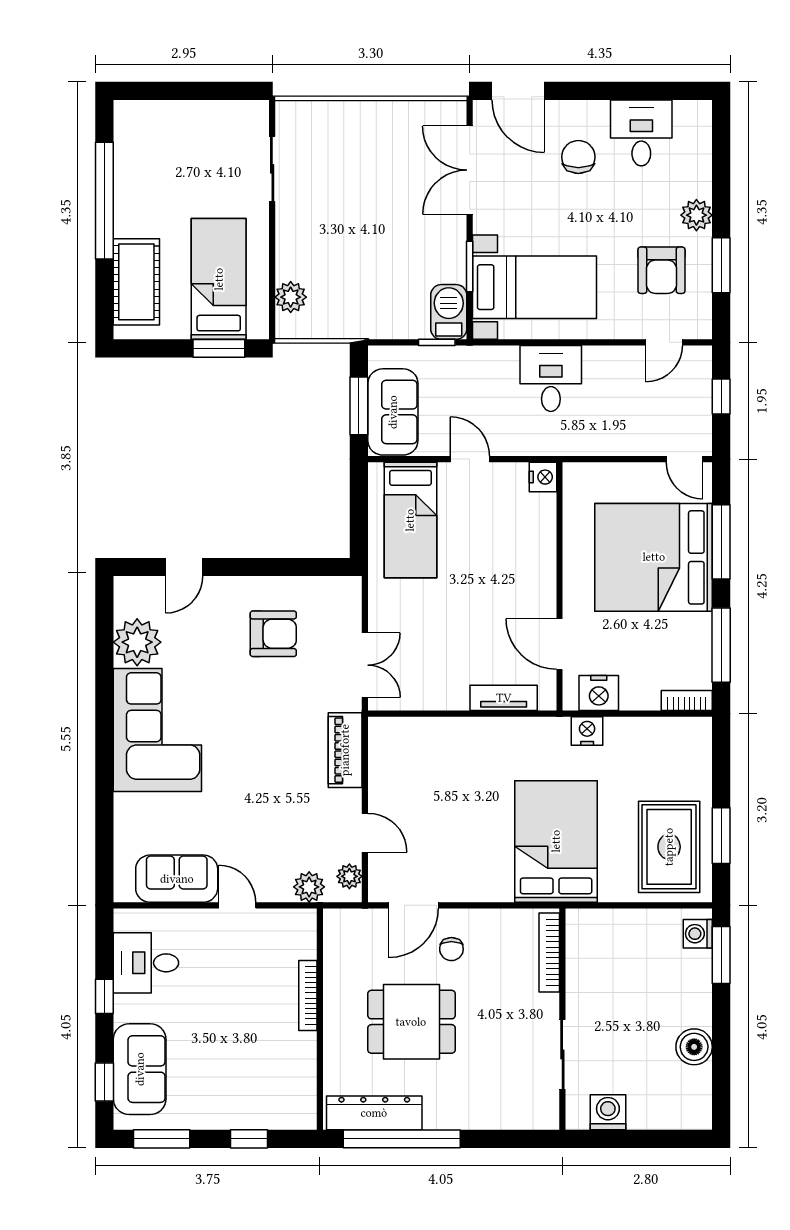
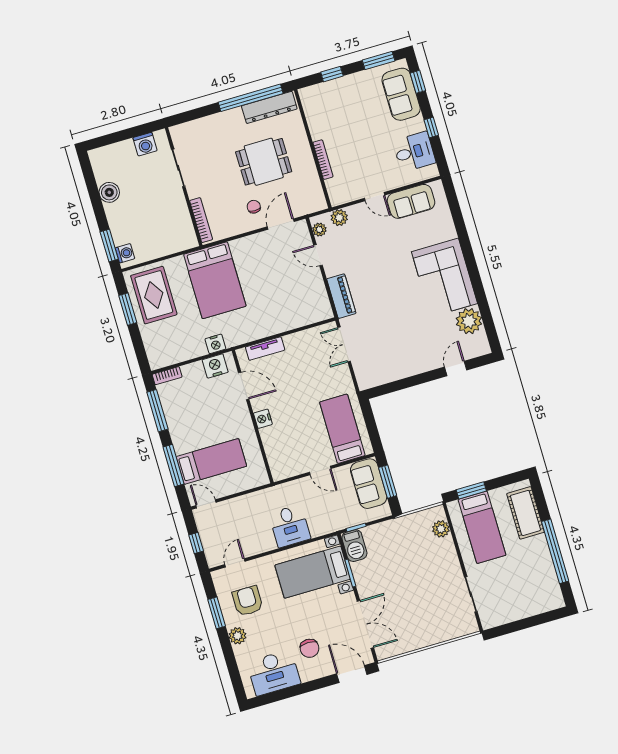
desk: (641, 133) -> (274, 673), width x1.37
nightstand: (543, 477) -> (263, 419), moved
bed: (654, 557) -> (211, 461), width x0.49
armchair: (273, 634) -> (398, 347), removed

